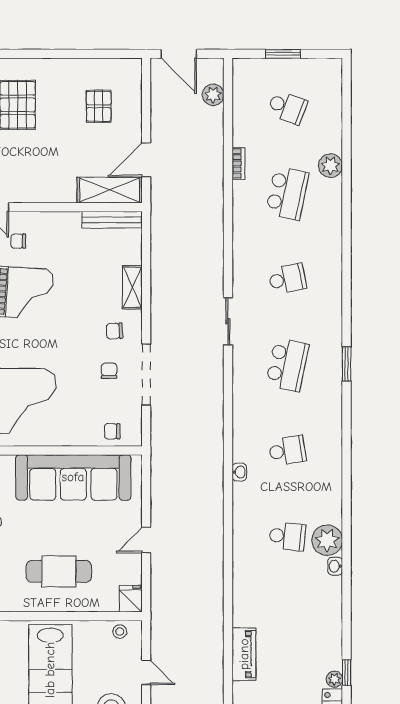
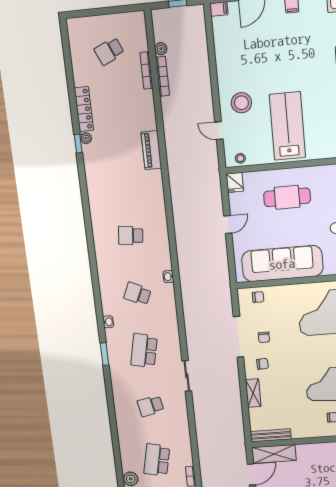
school desk: (287, 451) -> (137, 294), turned 33
plant: (327, 540) -> (103, 235), removed
washbasin: (335, 566) -> (108, 322), moved

